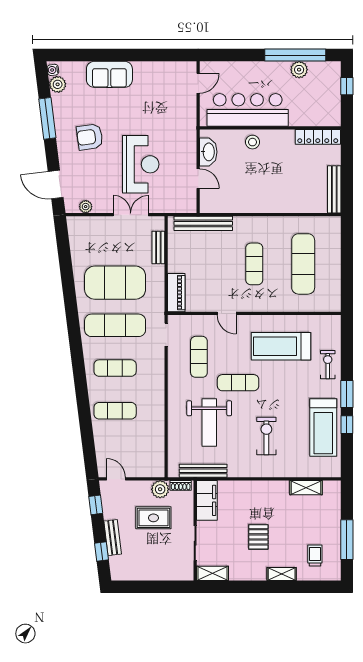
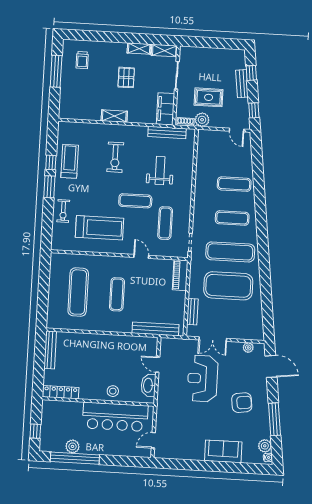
weight bench: (209, 423) -> (160, 170), width x0.73, depth x0.75
treadmill: (323, 427) -> (70, 161), width x0.73, depth x0.73
shelving: (306, 488) -> (114, 116), moved
shelving: (282, 574) -> (139, 49), moved

